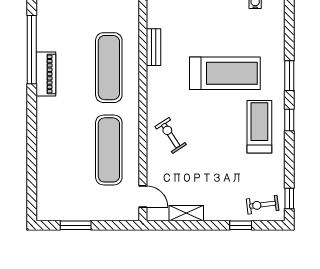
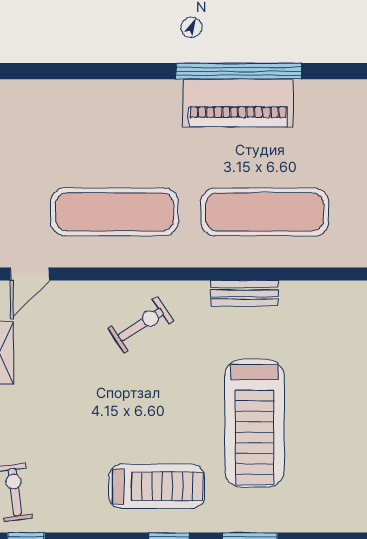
bench: (153, 47) -> (245, 293), moved
window: (32, 50) -> (239, 71), moved
piano: (46, 74) -> (238, 103), width x1.37, depth x1.33

